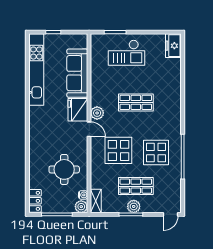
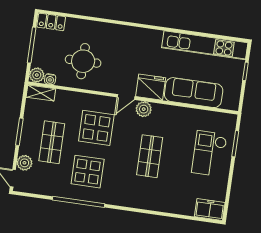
plant: (134, 206) -> (24, 163), moved

